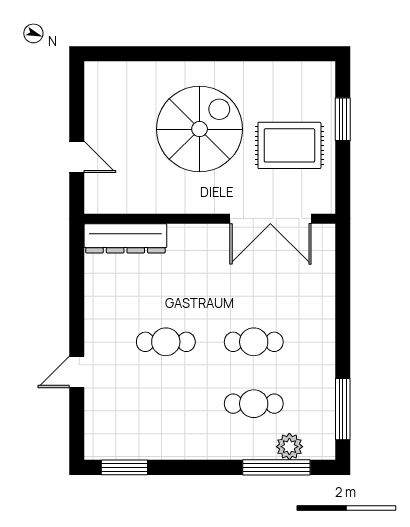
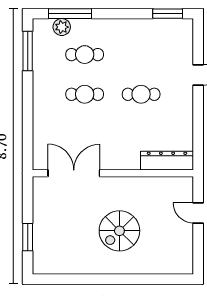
spiral stairs: (200, 129) -> (119, 231), width x0.73, depth x0.73
rug: (289, 145) -> (62, 220), removed

